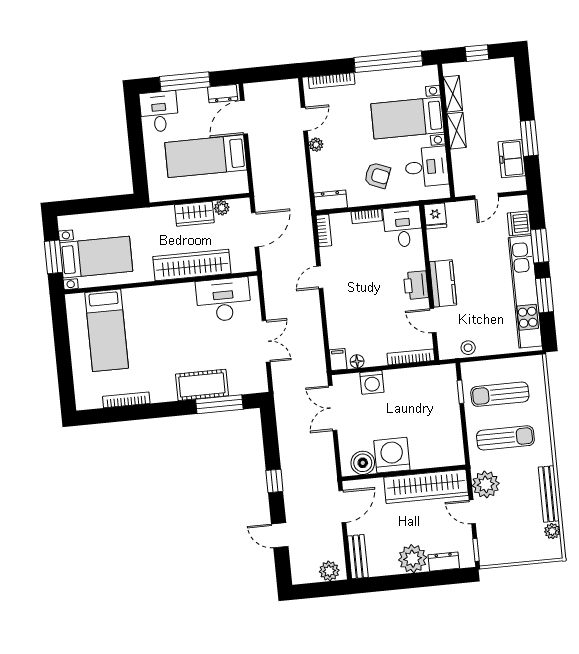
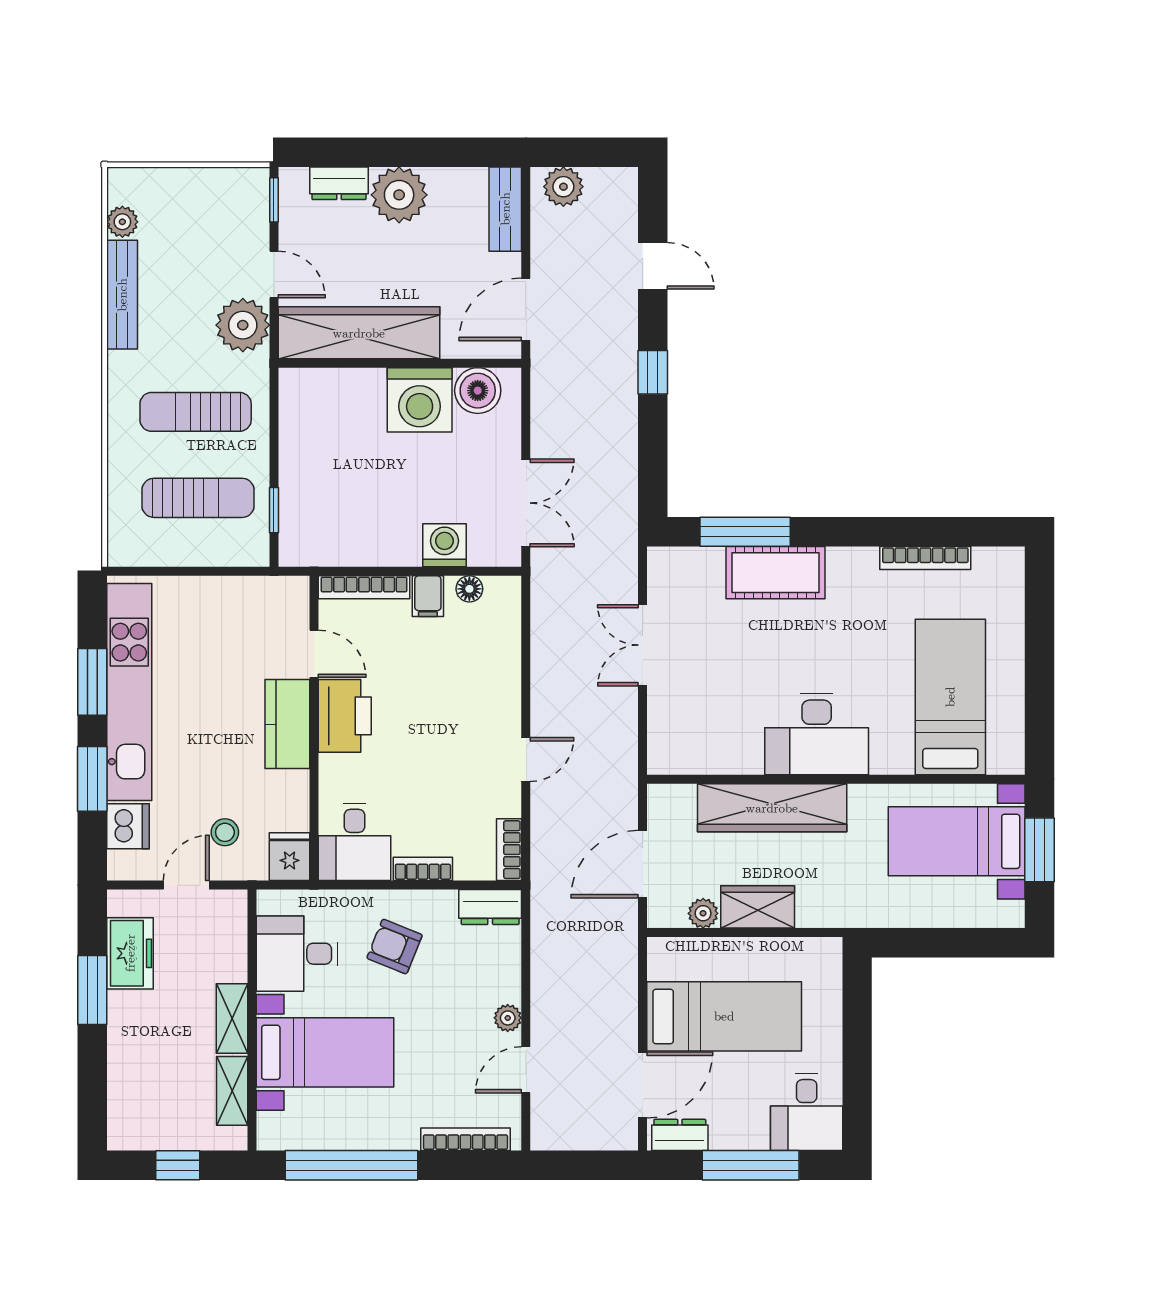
printer: (416, 285) -> (345, 716), width x1.37, depth x1.19
desk: (223, 300) -> (817, 734), moved
stool: (468, 348) -> (225, 832), moved
filing cabinet: (338, 359) -> (428, 596), moved

